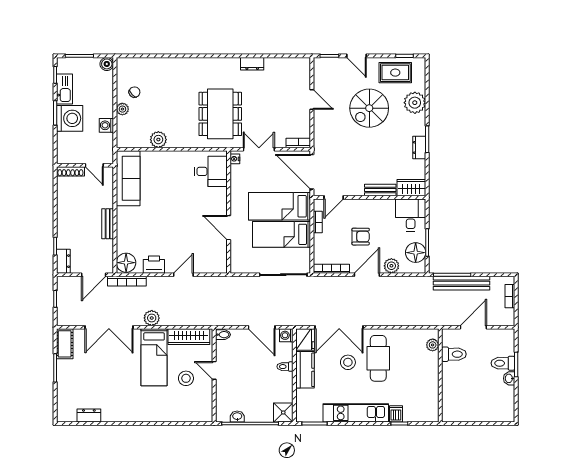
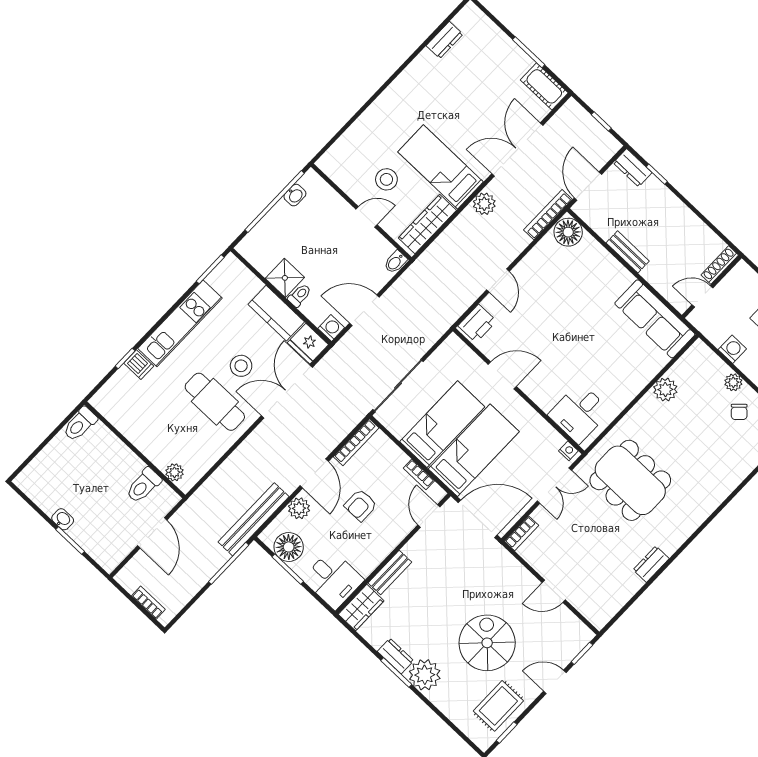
plant: (415, 103) -> (425, 675), moved
printer: (154, 265) -> (477, 324), moved
bench: (462, 283) -> (254, 519), moved
toilet: (503, 363) -> (80, 424), moved, turned 180
shower: (283, 412) -> (285, 278), moved

